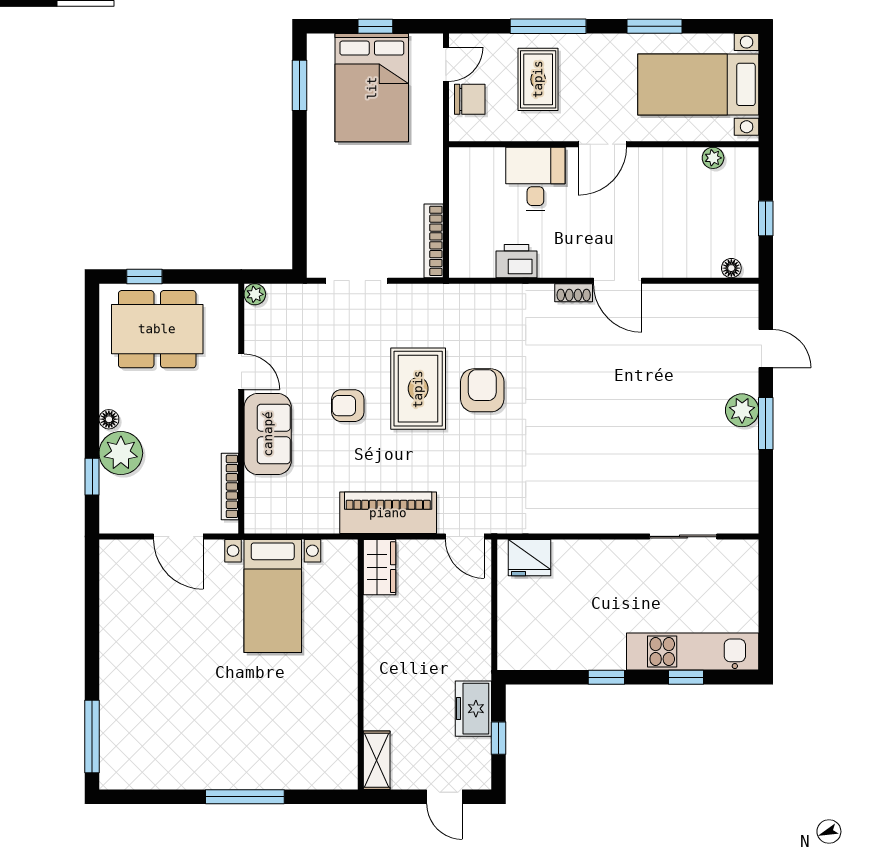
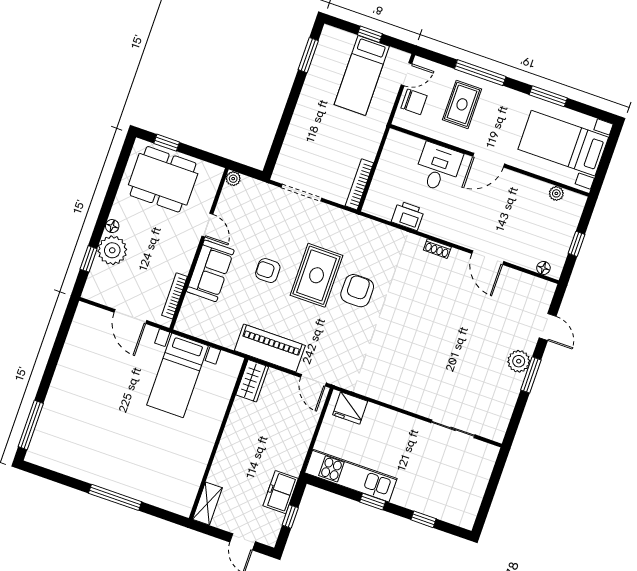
bed: (372, 88) -> (362, 75), width x0.67
door: (618, 281) -> (488, 258), moved
kitchen unit: (693, 652) -> (351, 476), moved

